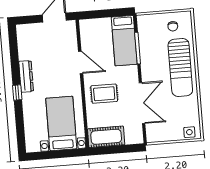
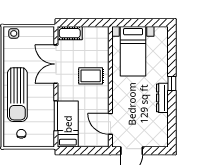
door: (81, 62) -> (110, 124), moved
sun lounger: (180, 68) -> (17, 95), turned 180
cot: (106, 137) -> (70, 33), moved, width x0.73, depth x0.75

